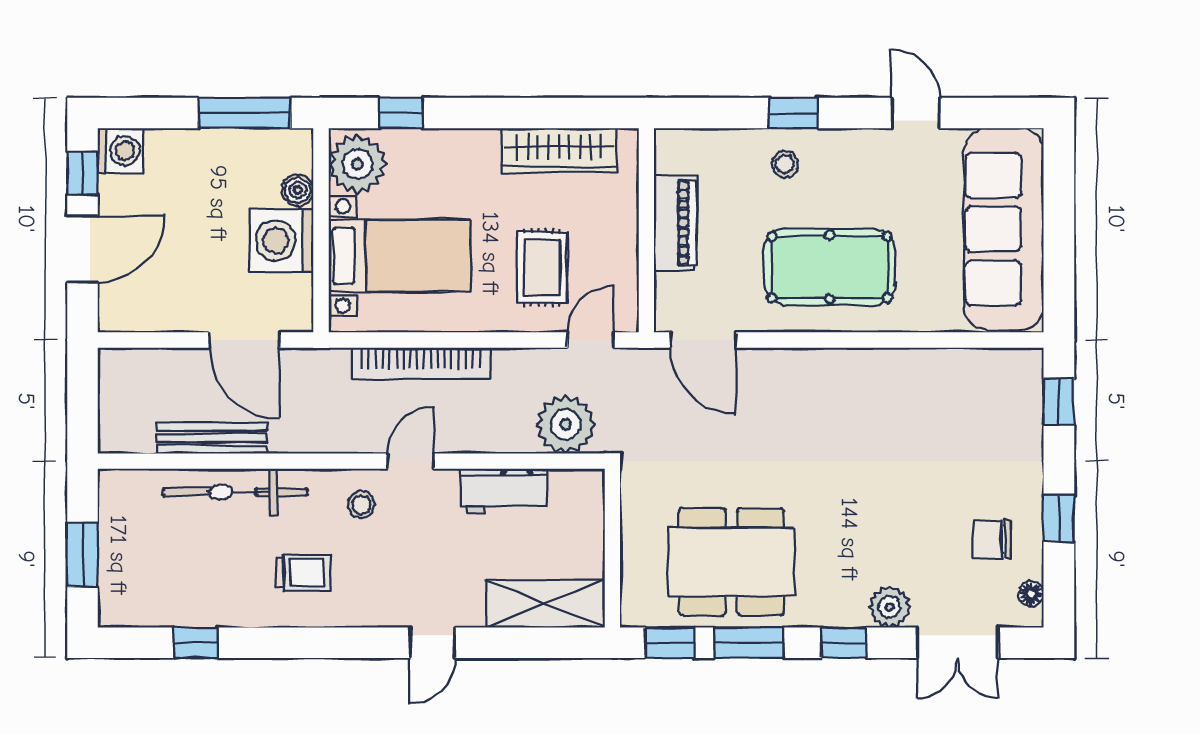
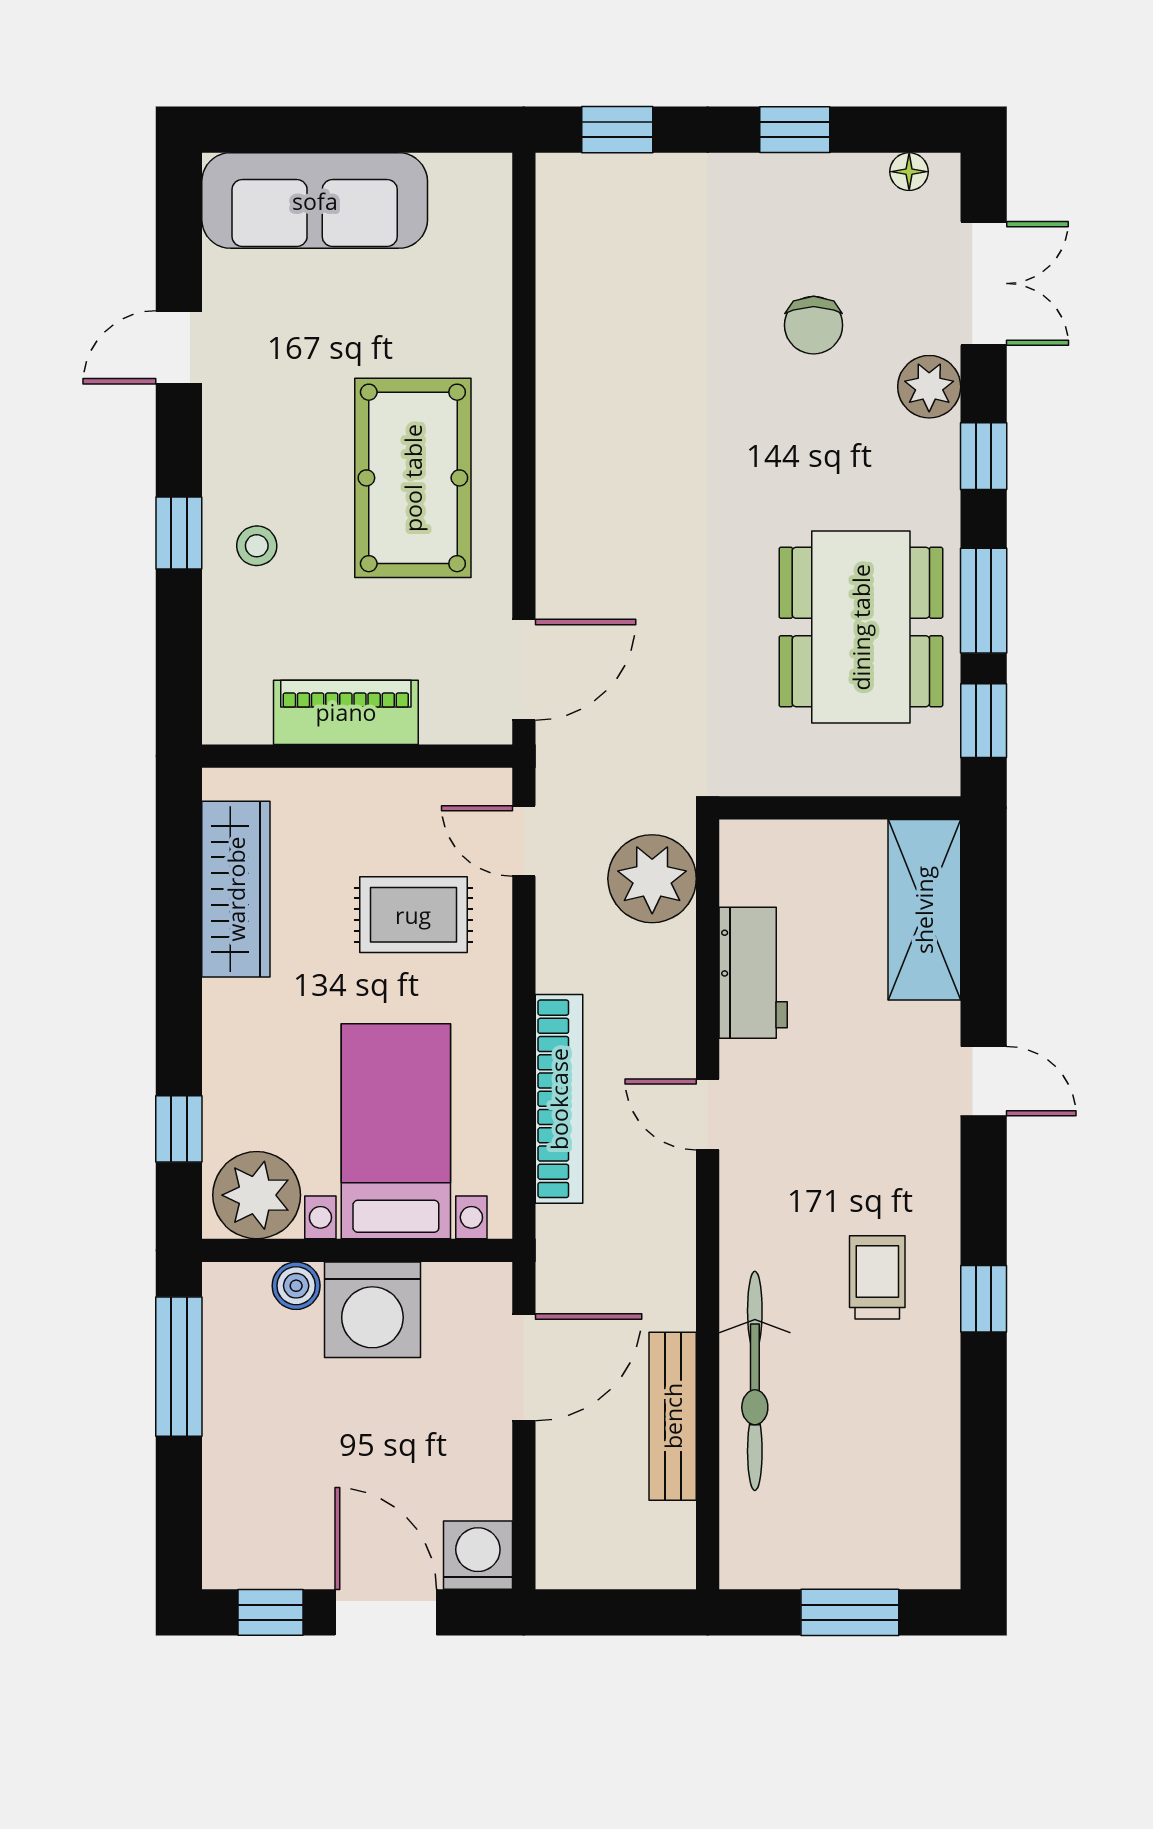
washing machine: (120, 151) -> (478, 1555), moved
sofa: (1004, 229) -> (315, 201), width x0.74, depth x0.79
stool: (361, 505) -> (774, 1189), removed
chair: (992, 539) -> (814, 325), moved
window: (196, 643) -> (984, 1299), moved

